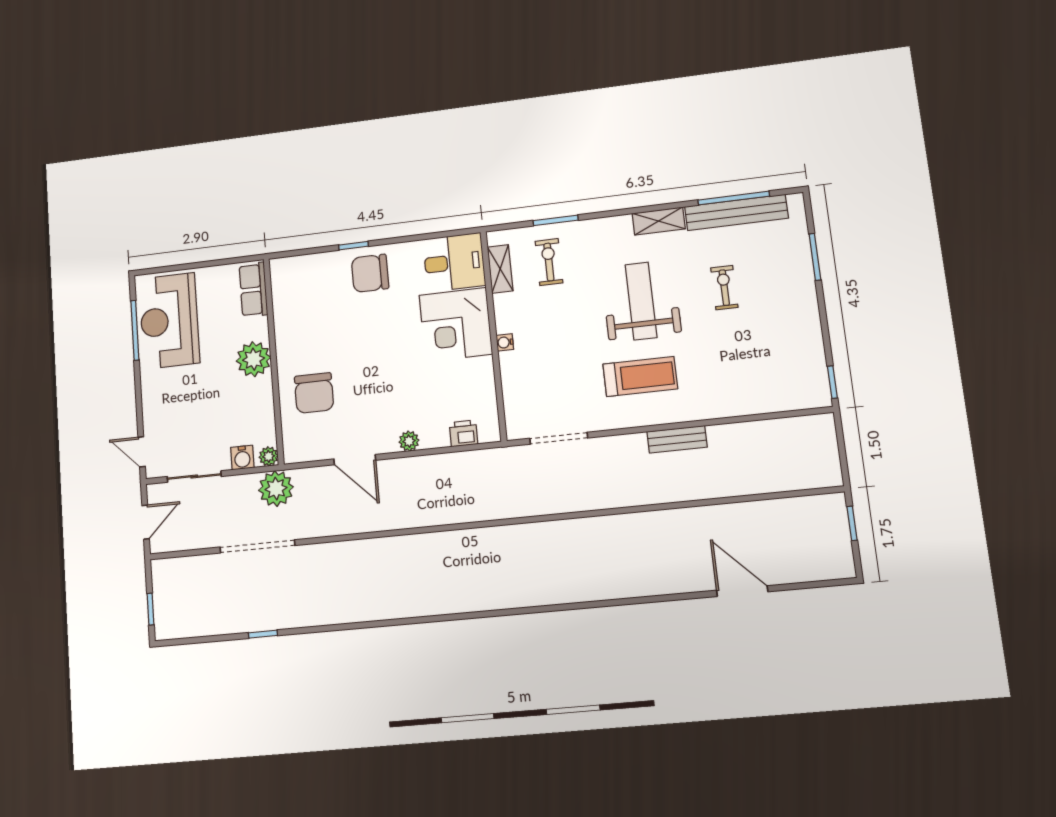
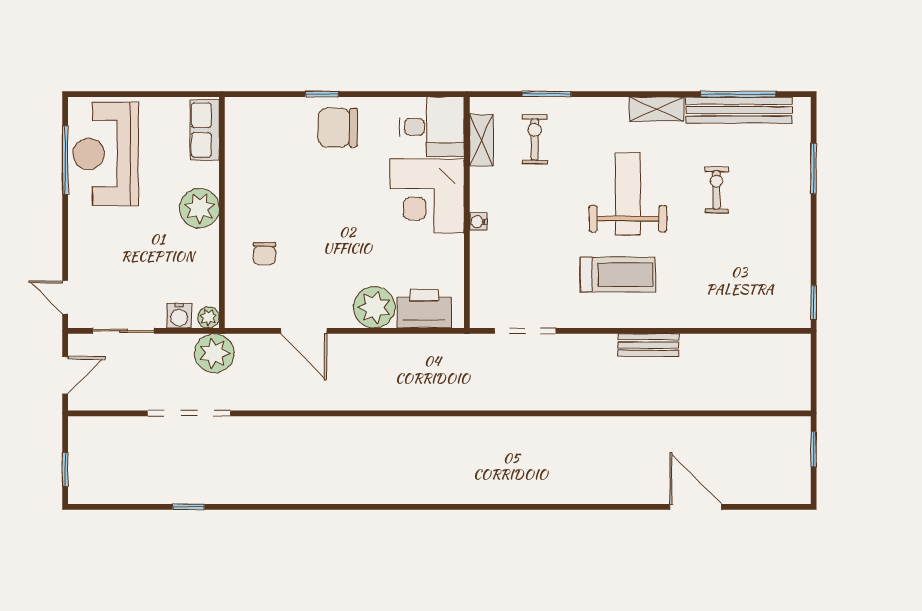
chair: (314, 393) -> (264, 253), width x0.54, depth x0.54
printer: (463, 433) -> (424, 309), width x1.87, depth x1.48
plant: (409, 441) -> (374, 307), width x1.88, depth x1.88

